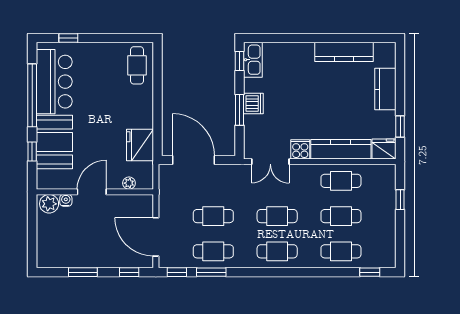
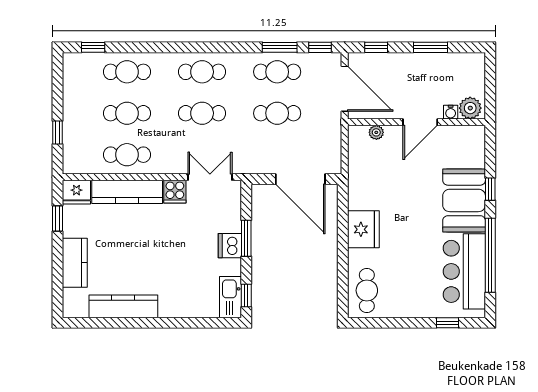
fridge: (140, 145) -> (363, 229), moved
plant: (129, 183) -> (376, 132), moved
door: (92, 192) -> (420, 122), moved
wall: (95, 192) -> (416, 122), moved
water cooler: (66, 200) -> (451, 112), moved
plant: (49, 204) -> (470, 108), moved

